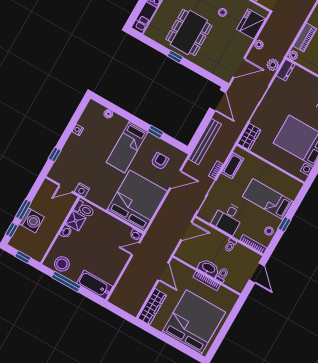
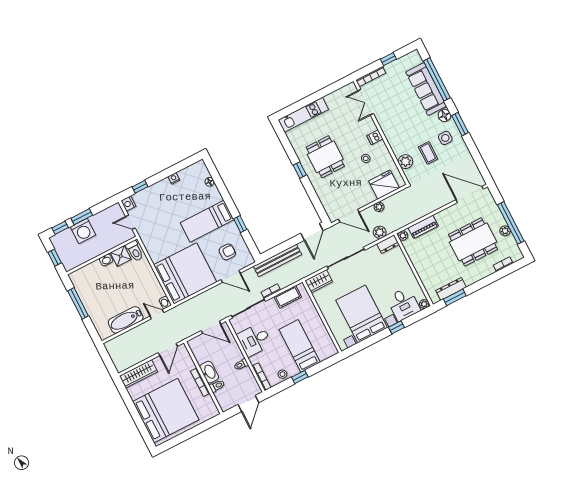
dining table: (189, 32) -> (325, 157), width x0.73
nightstand: (82, 190) -> (128, 204), moved
stool: (62, 264) -> (84, 286), removed
bathtub: (95, 285) -> (126, 320), moved, turned -90

